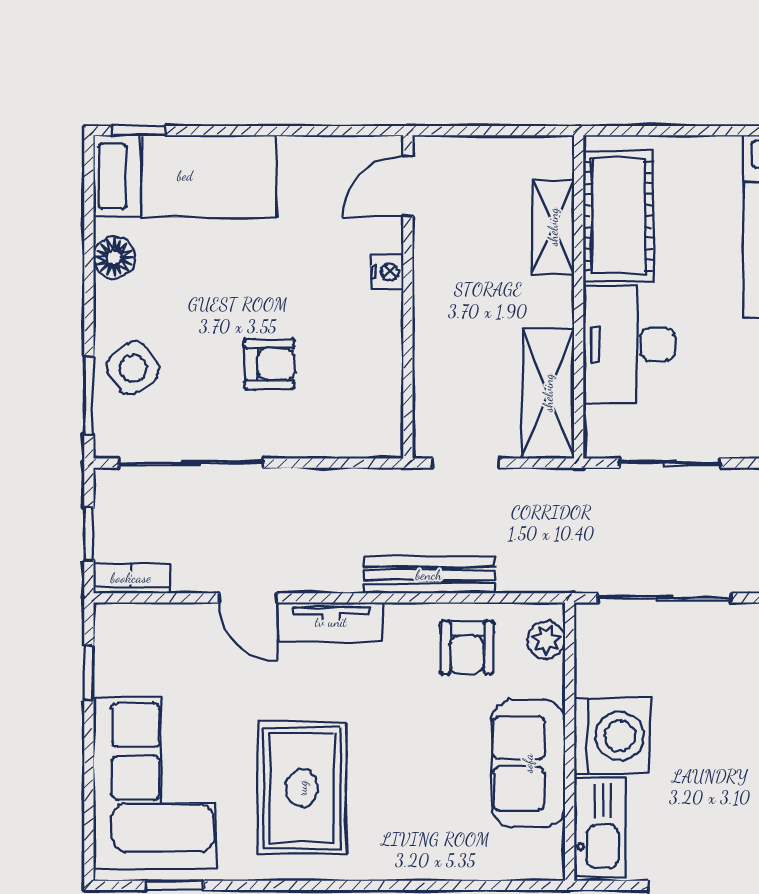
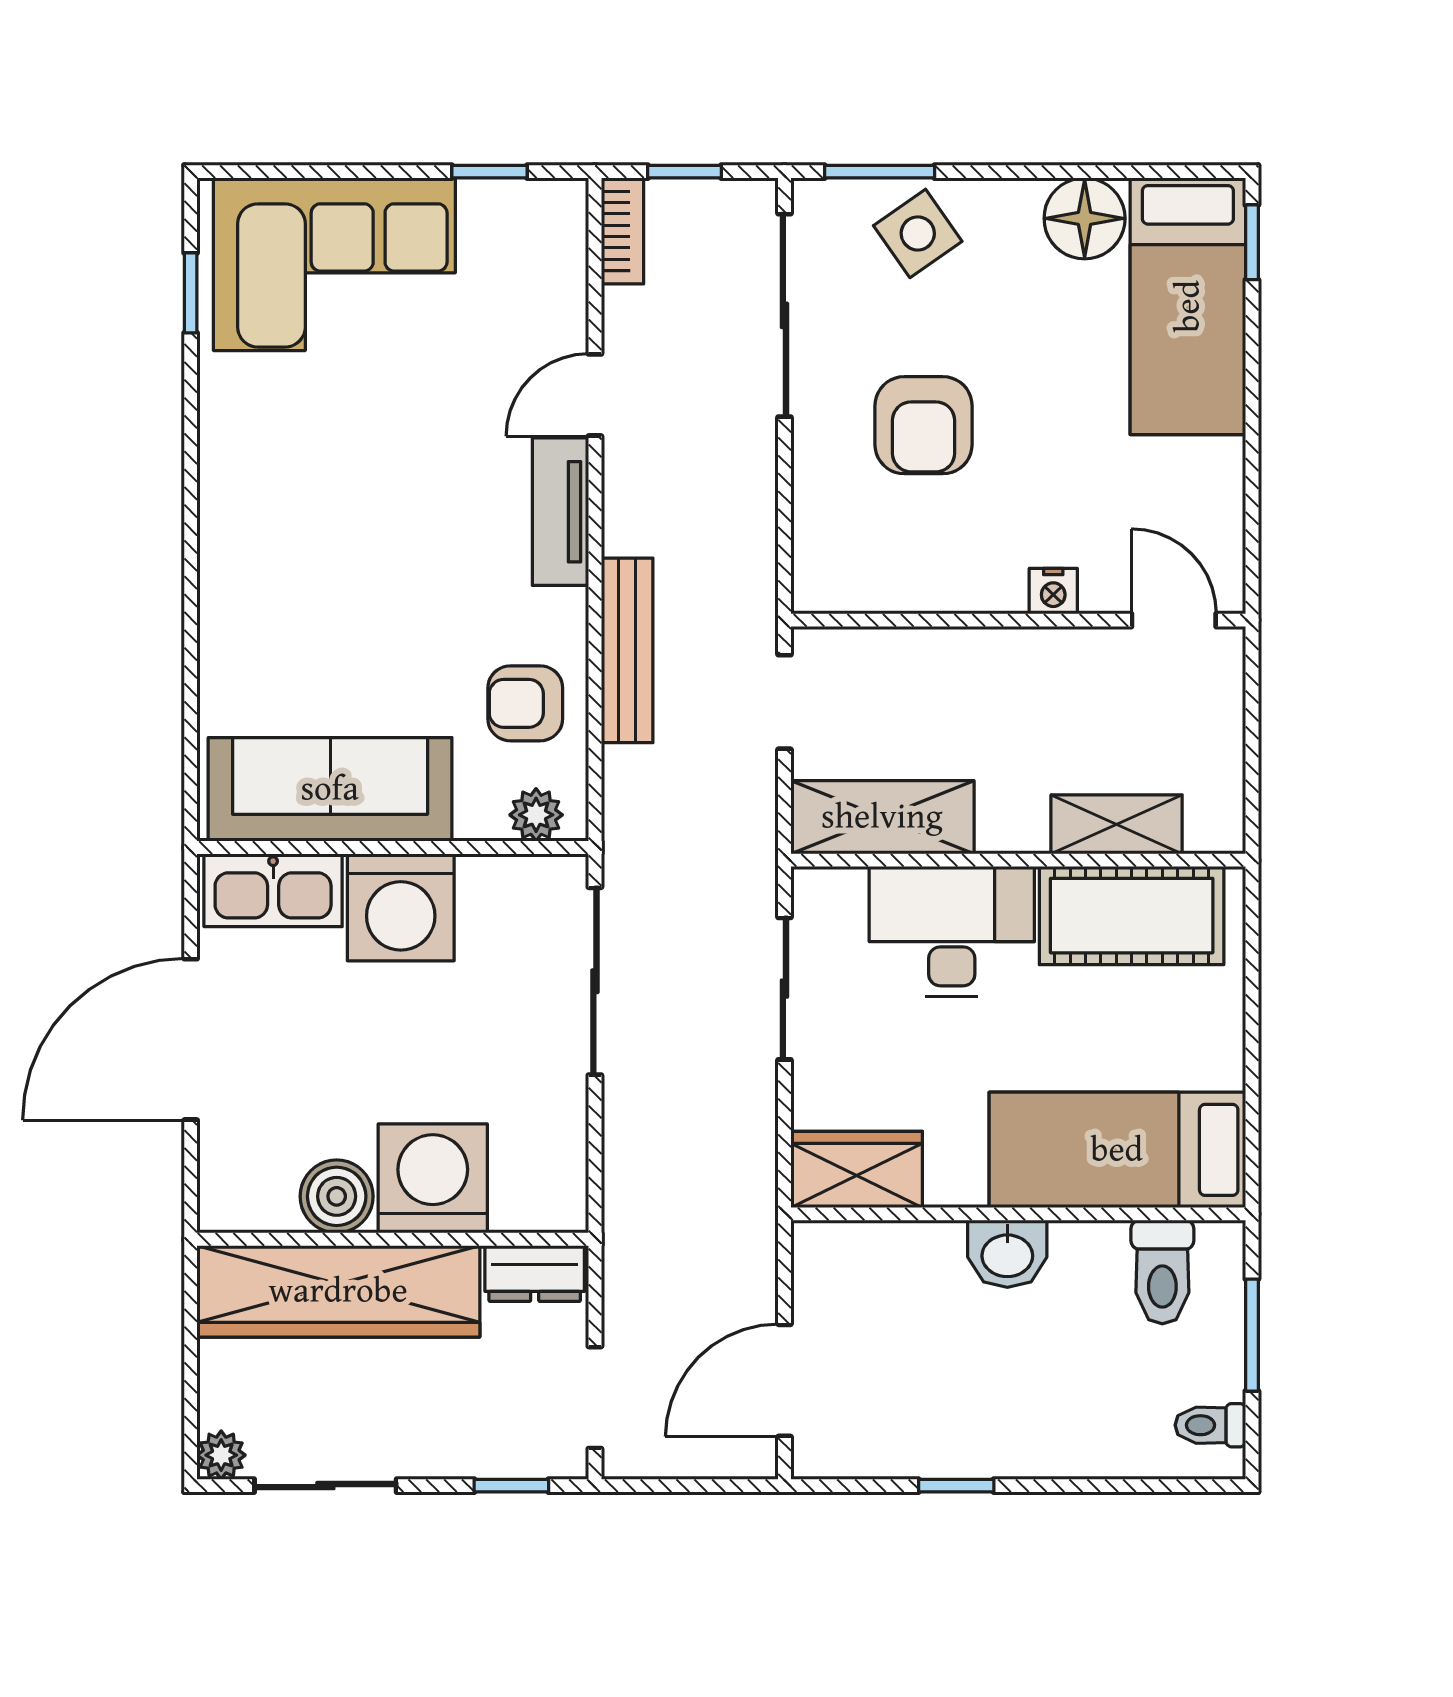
floor lamp: (114, 258) -> (1085, 218), width x1.38, depth x1.38
armchair: (269, 364) -> (924, 425), width x1.38, depth x1.38
sofa: (528, 763) -> (330, 789), width x1.36
rug: (302, 788) -> (328, 471), removed

